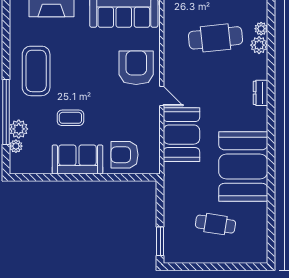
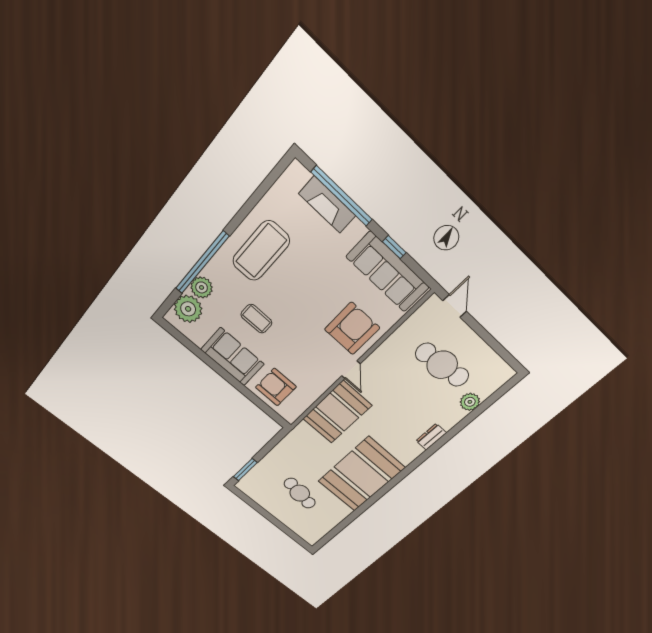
plant: (261, 29) -> (486, 391), removed
plant: (16, 146) -> (188, 309), width x1.87, depth x1.87

